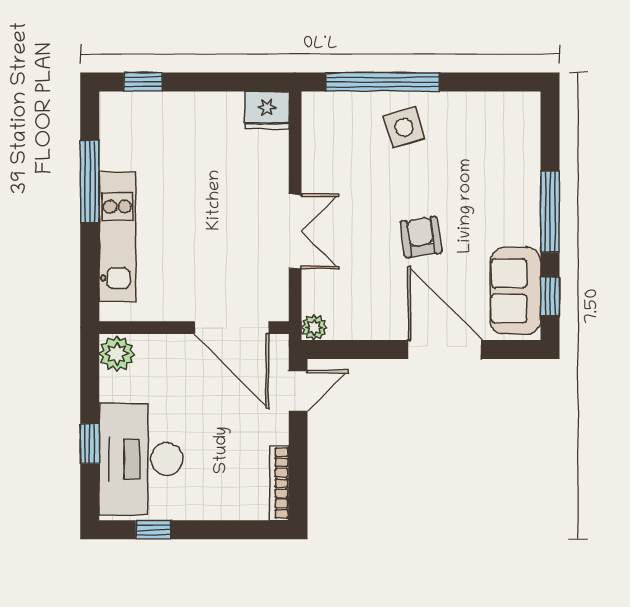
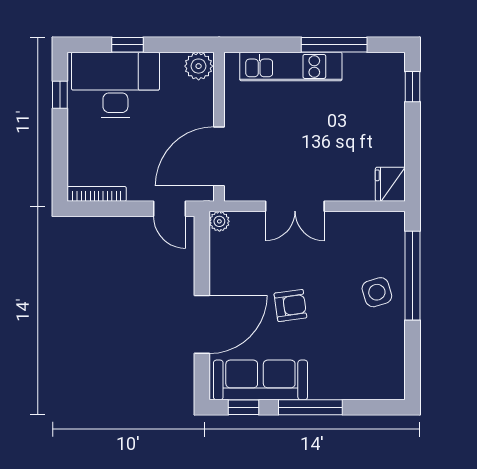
sofa: (515, 291) -> (260, 380), width x1.36

